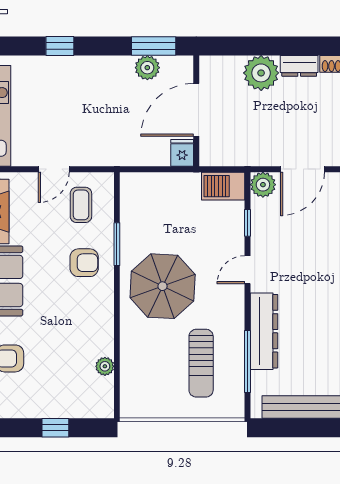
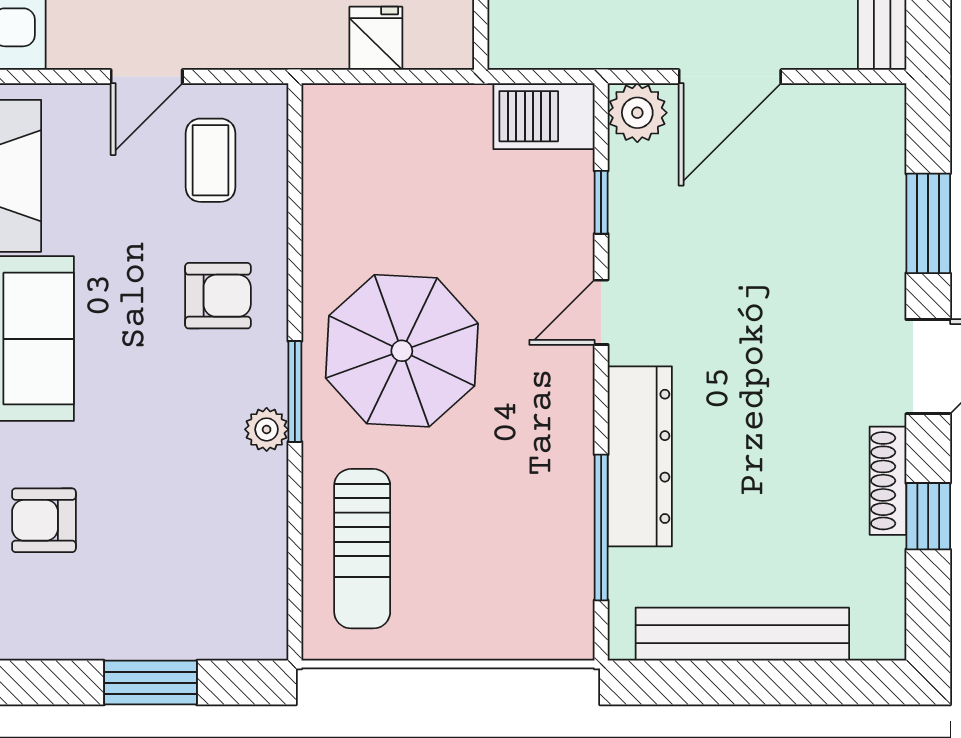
fridge: (182, 153) -> (376, 38), moved
window: (117, 244) -> (295, 391), moved
sun lounger: (201, 363) -> (362, 549), moved
plant: (105, 366) -> (267, 429), moved
window: (55, 428) -> (150, 683), width x1.50

